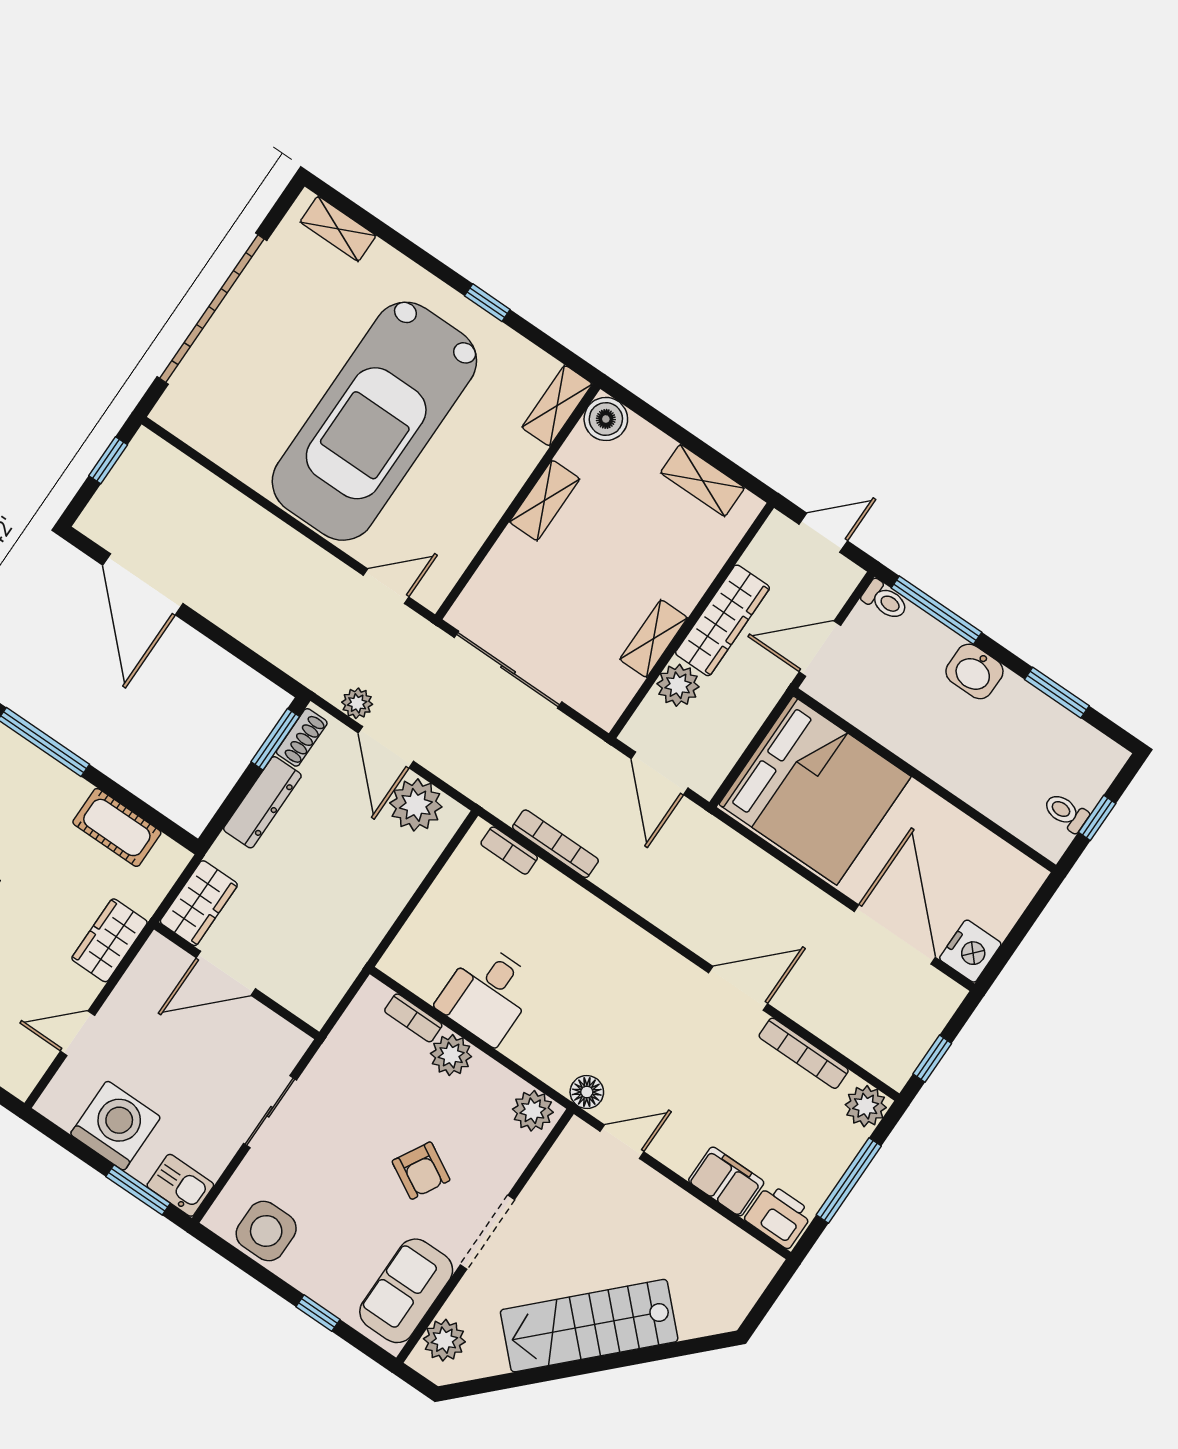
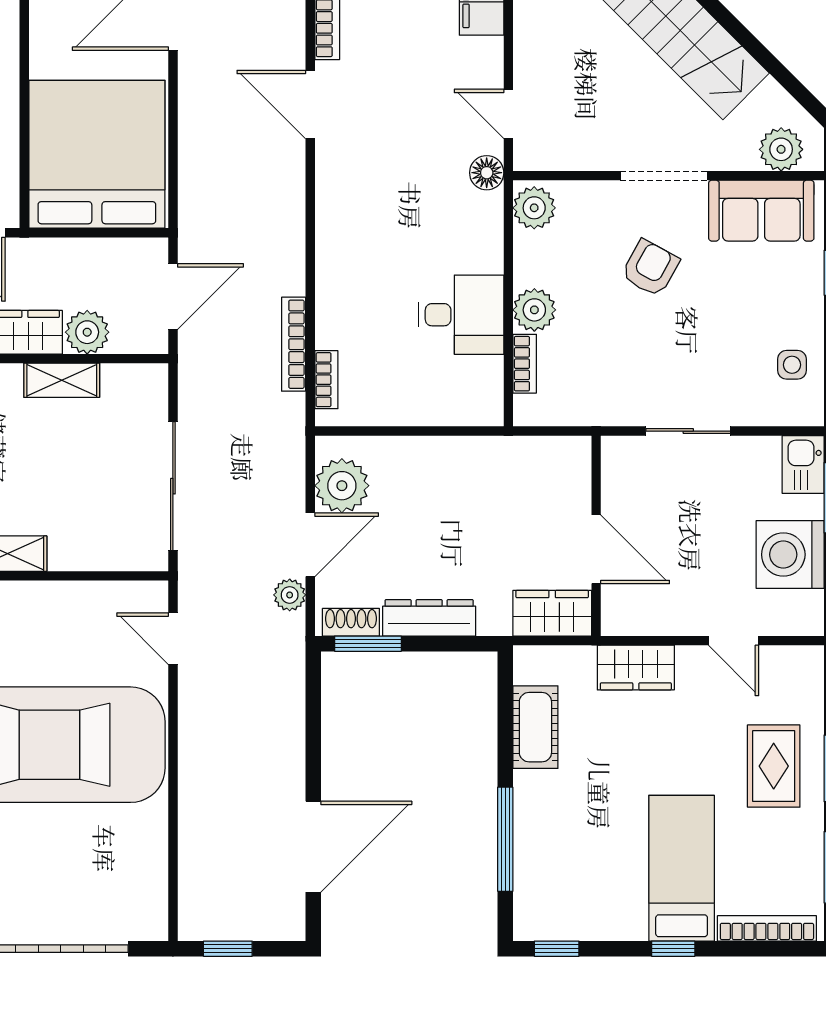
side table: (266, 1231) -> (792, 365), width x0.54, depth x0.54

